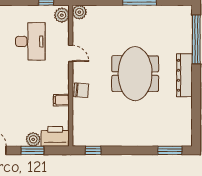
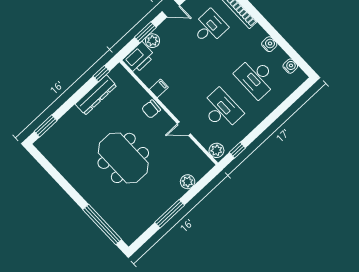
plant: (79, 12) -> (188, 182), moved
desk: (30, 41) -> (221, 110), turned 180
dresser: (184, 75) -> (96, 95), moved, turned 90

